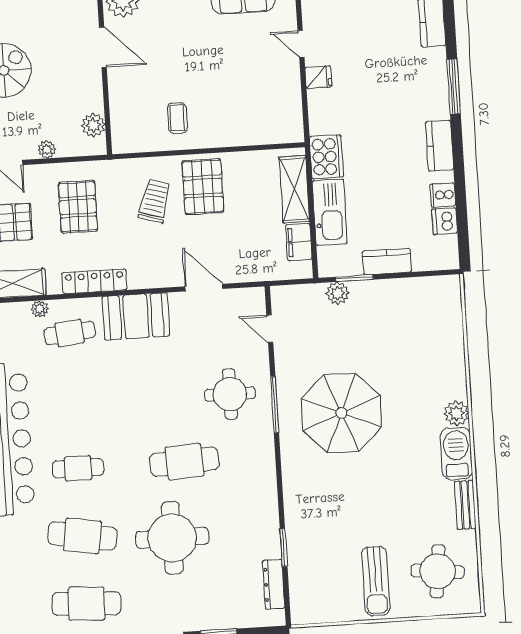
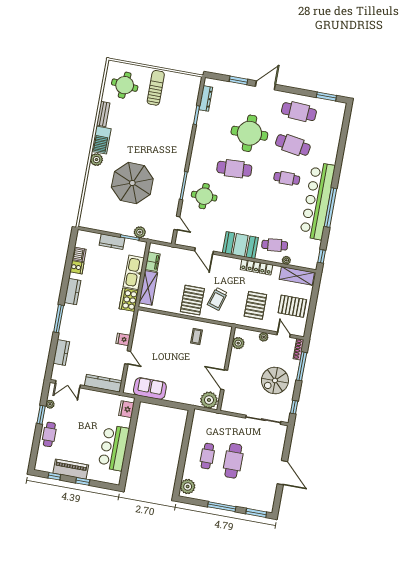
parasol: (341, 413) -> (132, 183), moved

